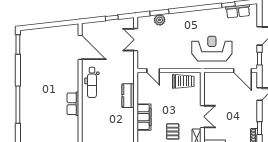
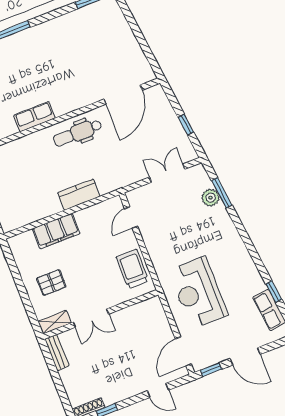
reception desk: (212, 49) -> (198, 293), turned 180
trolley: (183, 81) -> (132, 269), turned 180

